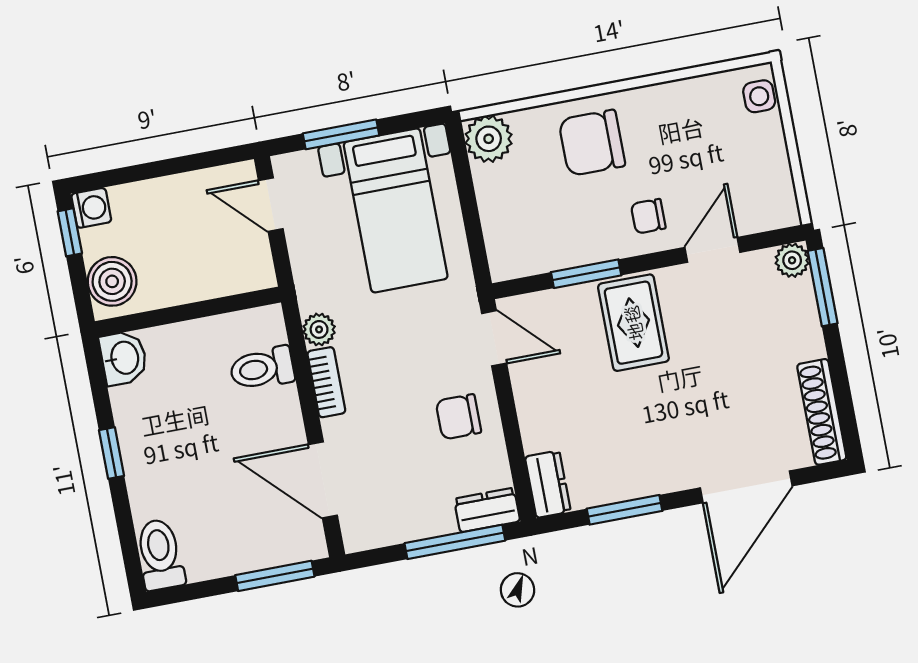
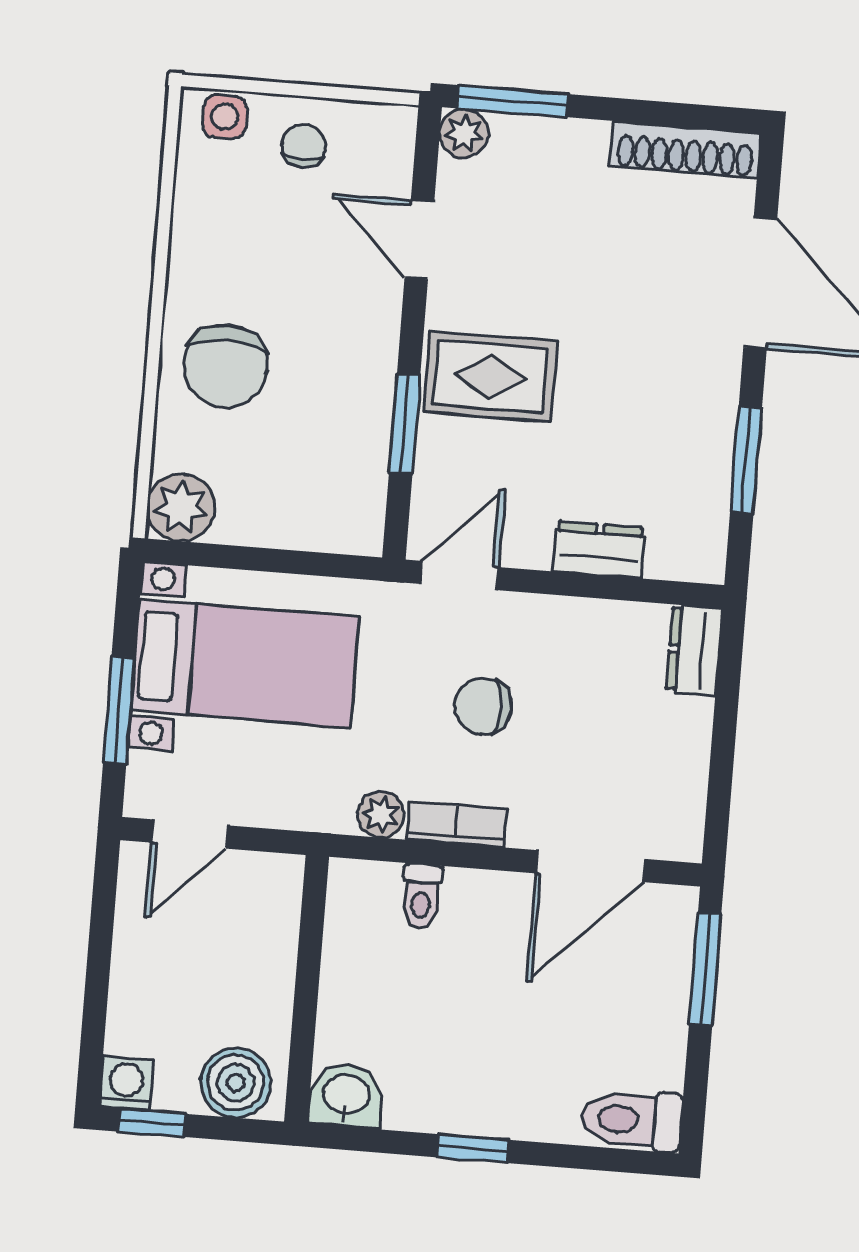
chair: (648, 216) -> (304, 146), moved, turned 180
toilet: (262, 368) -> (421, 896), width x0.73, depth x0.72
chair: (458, 417) -> (483, 706), moved, turned 90
dresser: (548, 484) -> (599, 550), moved
window: (455, 542) -> (726, 707), removed

